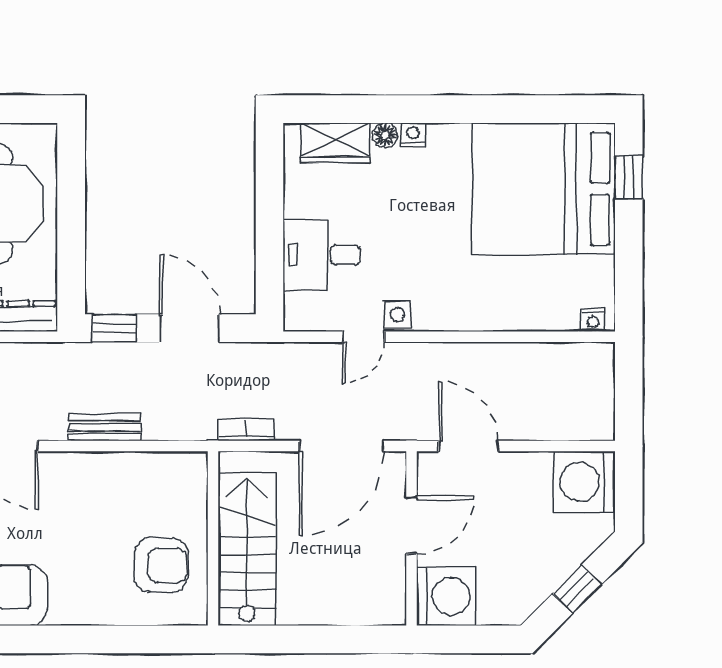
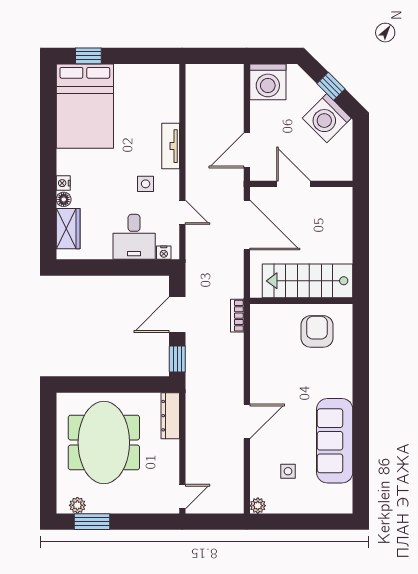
bed: (543, 189) -> (85, 106), width x0.73
side table: (397, 314) -> (146, 184), moved
tv unit: (476, 317) -> (171, 146), added
nightstand: (593, 320) -> (164, 253), moved, turned 90
bench: (105, 427) -> (236, 364), removed
bookcase: (246, 430) -> (237, 316), moved
washing machine: (446, 596) -> (327, 118), moved, turned -135

